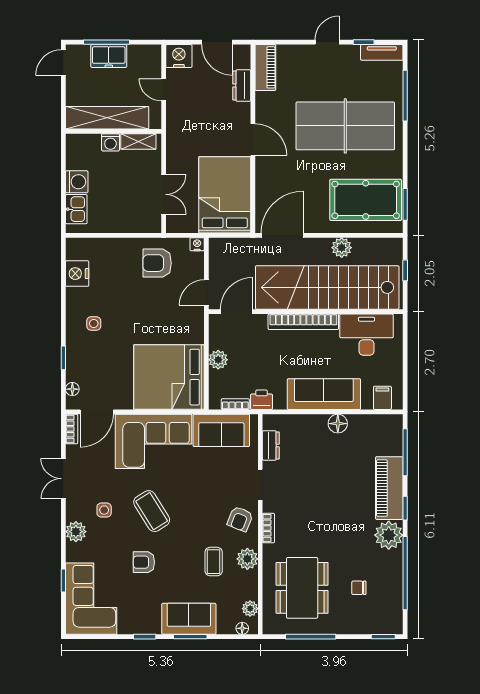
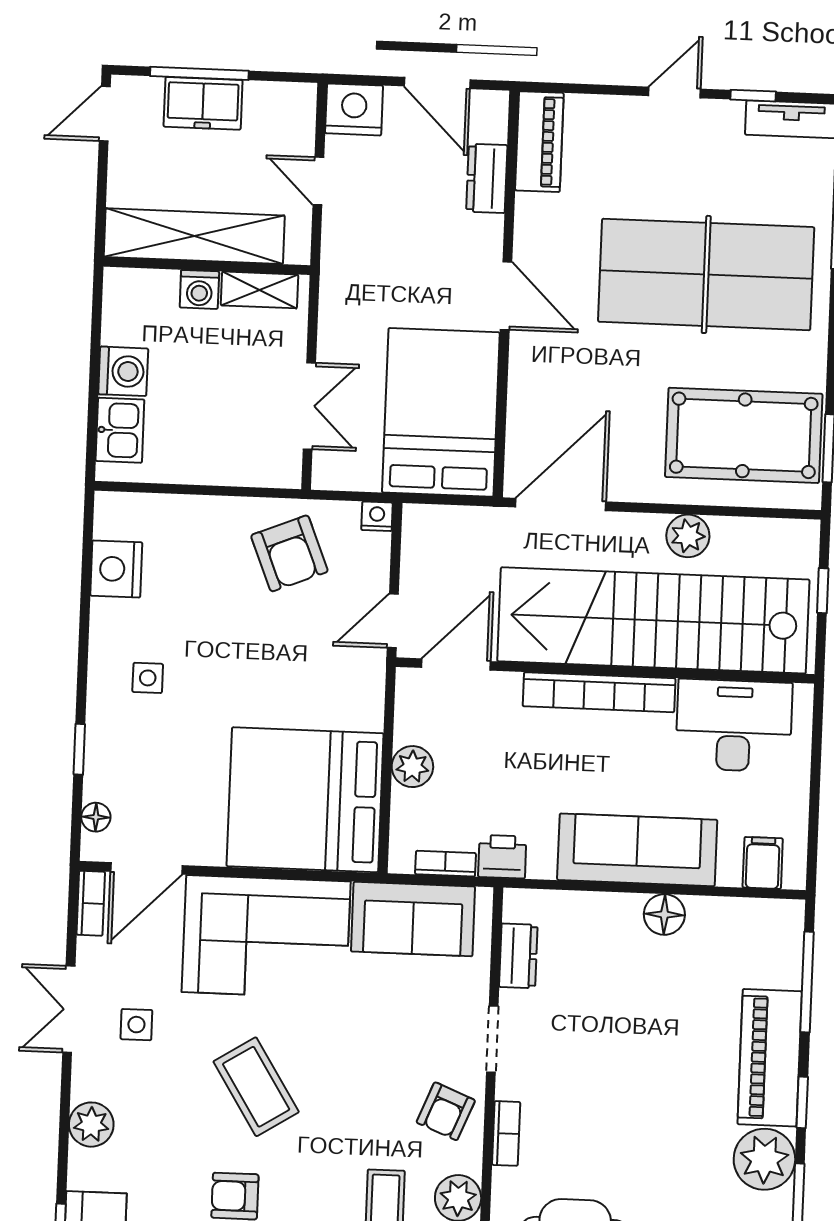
armchair: (157, 263) -> (289, 553), turned -112
side table: (104, 510) -> (136, 1025), moved

